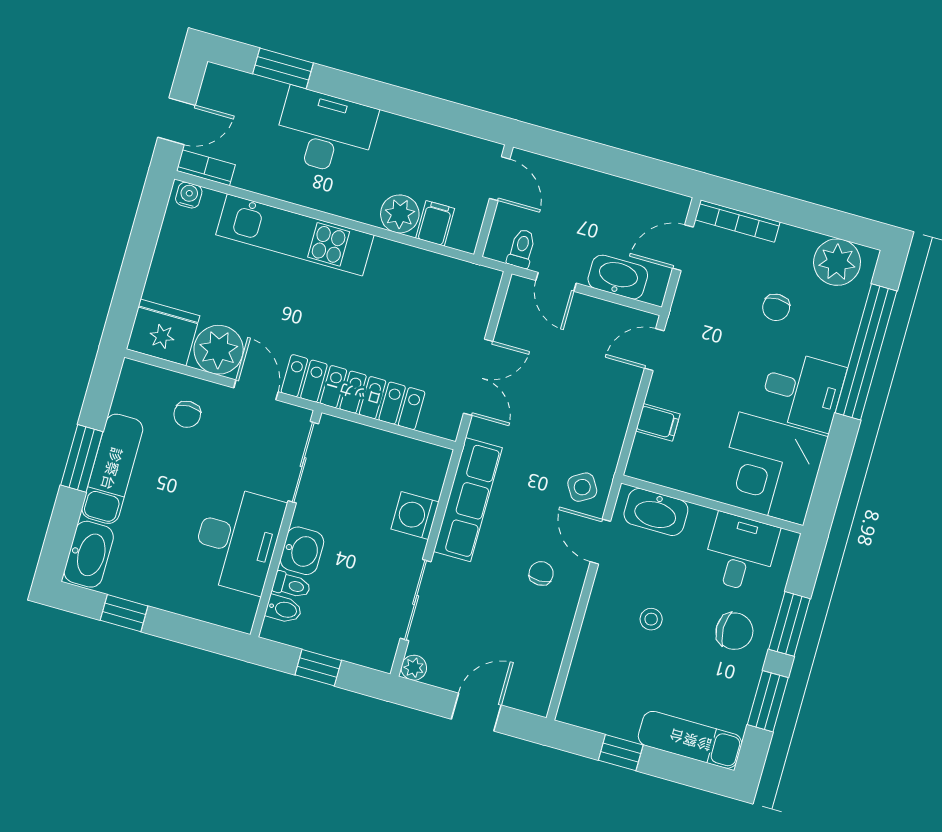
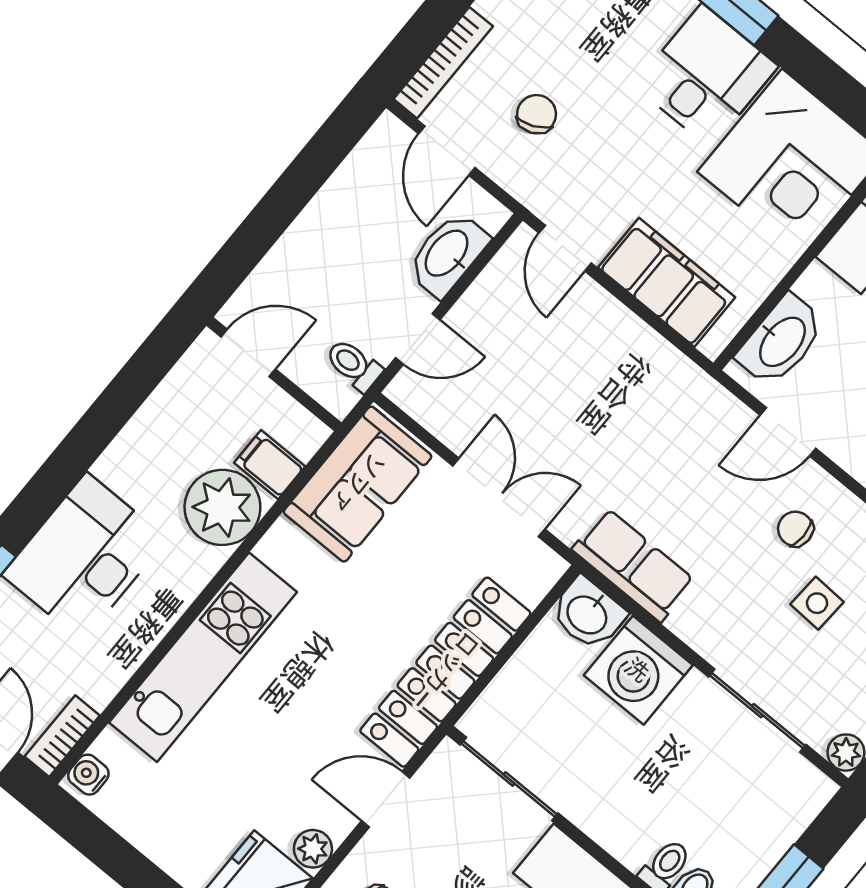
plant: (400, 214) -> (222, 507), width x1.36, depth x1.36
sofa: (447, 284) -> (358, 484), added
chair: (776, 307) -> (537, 114), moved, turned -114
plant: (219, 350) -> (313, 849), width x0.53, depth x0.53
filing cabinet: (658, 422) -> (667, 282), width x3.00, depth x1.17
side table: (582, 487) -> (817, 603), moved, turned 34
row of seats: (468, 500) -> (633, 565), width x0.68
washing machine: (415, 516) -> (638, 670), width x1.37, depth x1.37
washbasin: (302, 551) -> (588, 614), moved, turned 180

